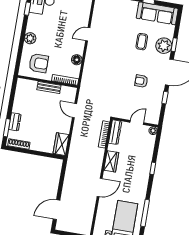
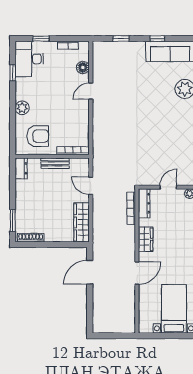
coffee table: (142, 42) -> (157, 89), removed
floor lamp: (77, 60) -> (83, 68), moved
armchair: (141, 81) -> (165, 136), removed
dresser: (15, 122) -> (21, 168), moved
wardrobe: (61, 144) -> (82, 222), width x1.50
door: (57, 210) -> (90, 272), moved

